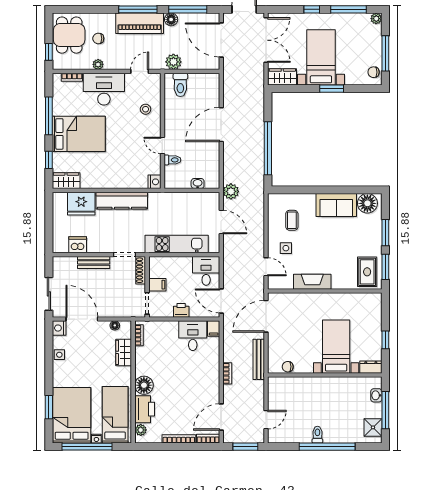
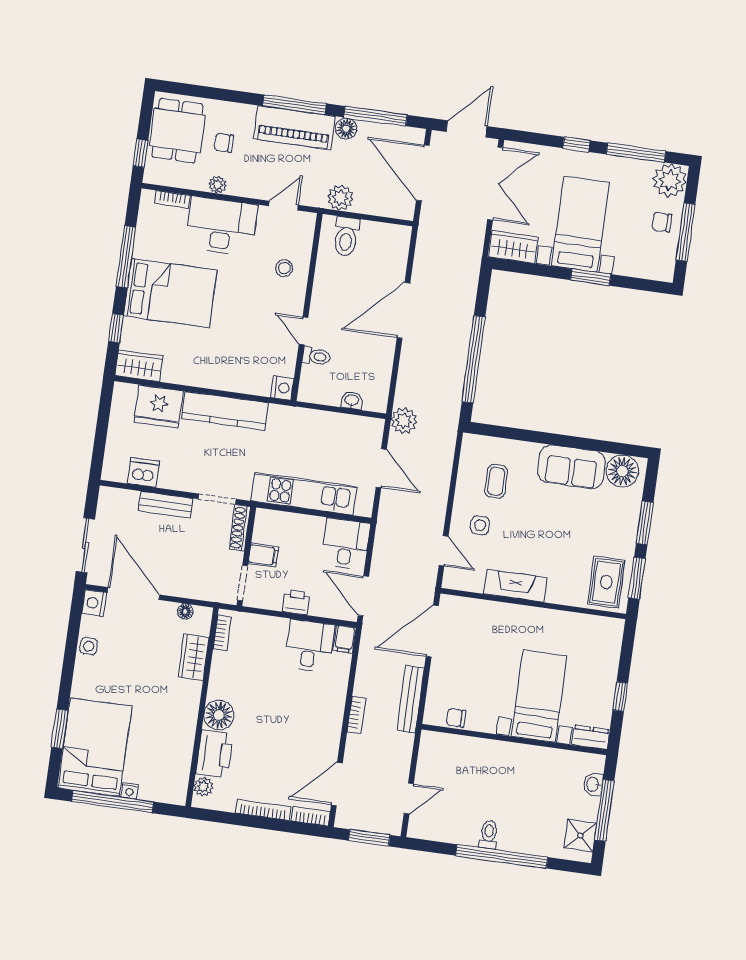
plant: (376, 19) -> (670, 181), width x1.87, depth x1.87
chair: (374, 72) -> (662, 222), moved
bed: (115, 415) -> (165, 756), removed

